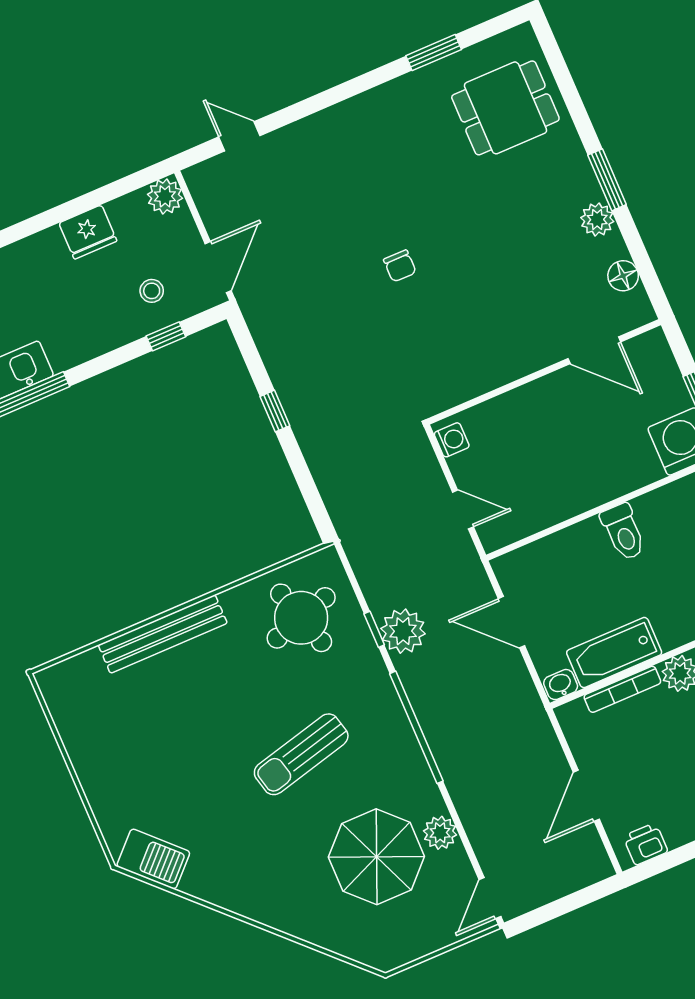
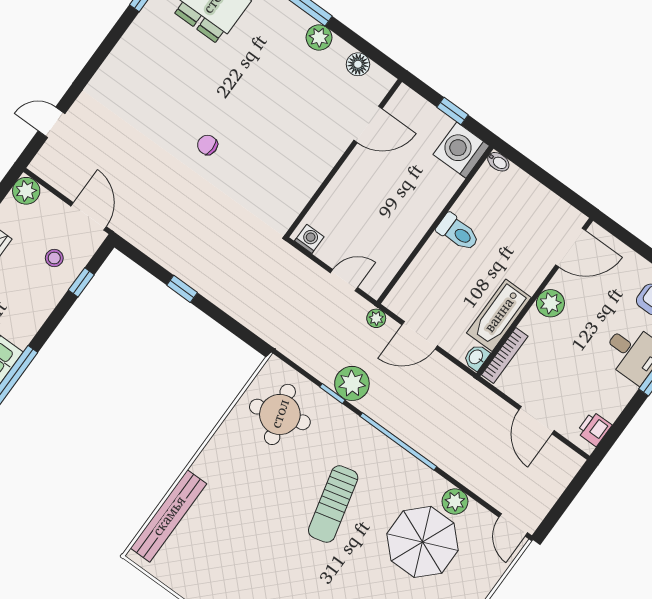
chair: (400, 266) -> (207, 145), turned 180
plant: (474, 574) -> (376, 318), added
bench: (163, 634) -> (169, 516), moved
bookcase: (622, 689) -> (505, 355), moved

